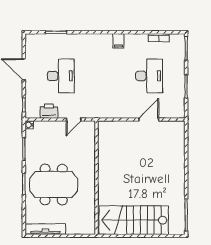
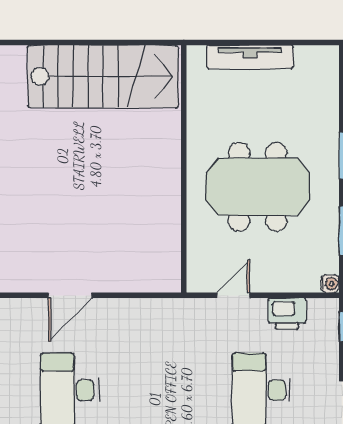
meeting table: (54, 185) -> (258, 187), moved
tv unit: (45, 229) -> (250, 57), moved

